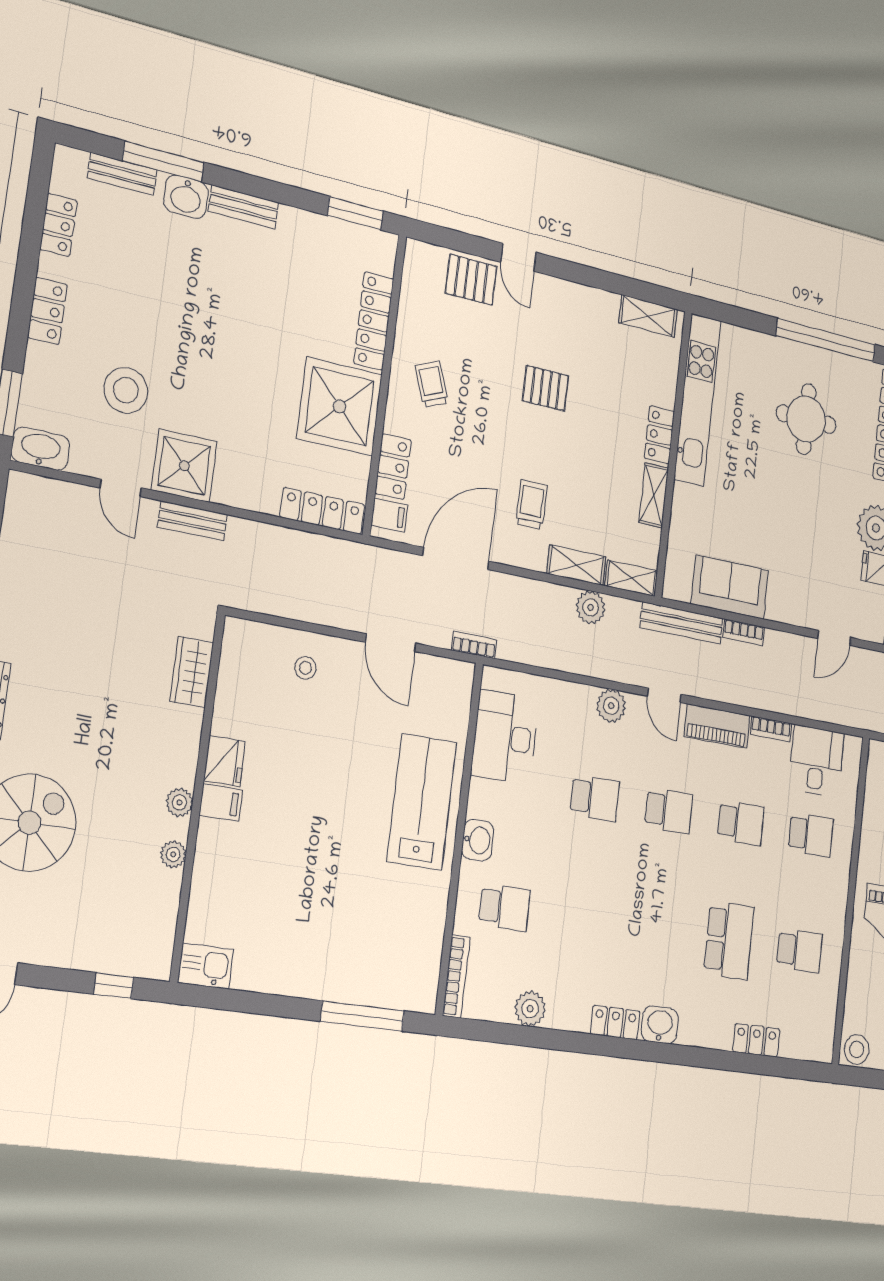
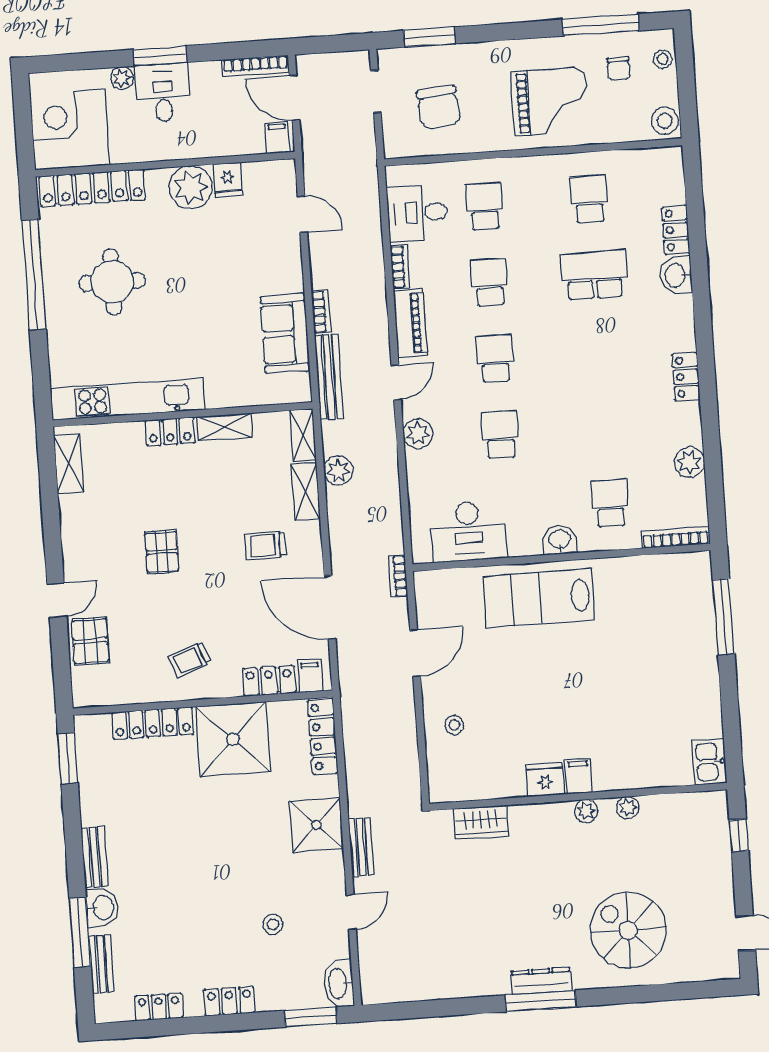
stool: (126, 390) -> (273, 924), width x0.53, depth x0.53
shower: (184, 466) -> (316, 825), moved
washbasin: (660, 1025) -> (676, 276), moved

